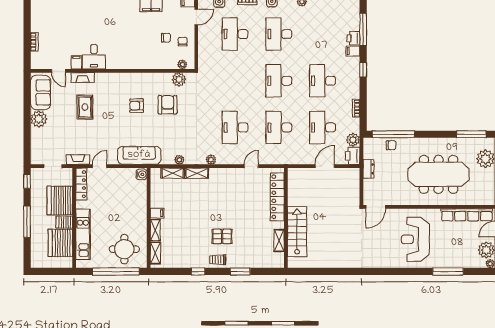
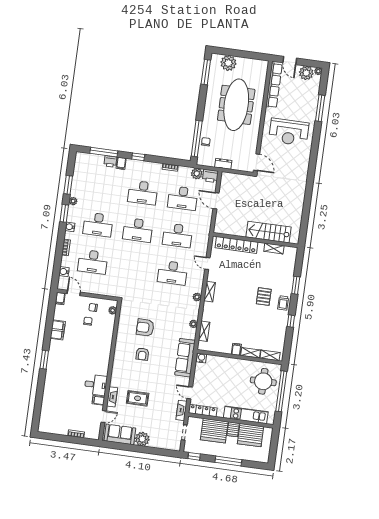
plant: (179, 79) -> (125, 315), removed
shelving: (197, 173) -> (210, 292), moved

